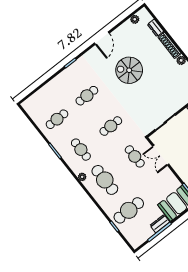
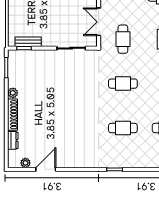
door: (102, 38) -> (46, 169), moved
spiral stairs: (129, 70) -> (67, 121), removed
double door: (161, 155) -> (99, 22), swing flipped

